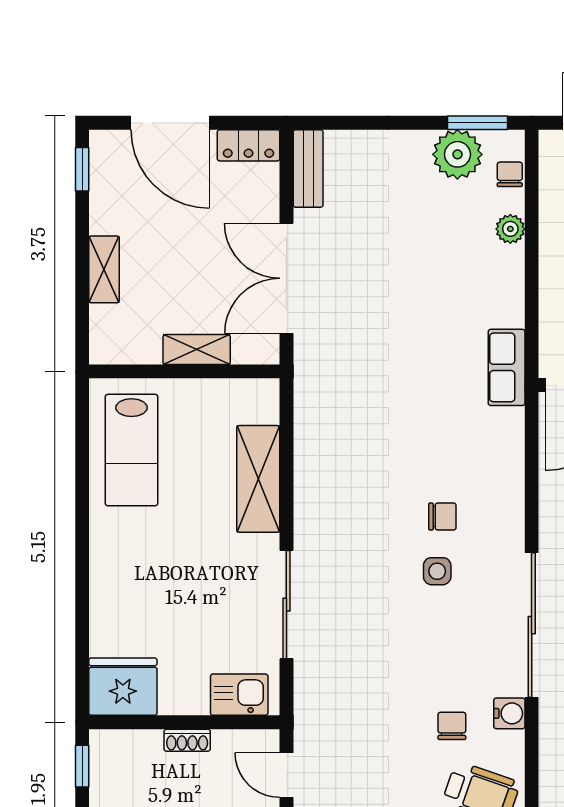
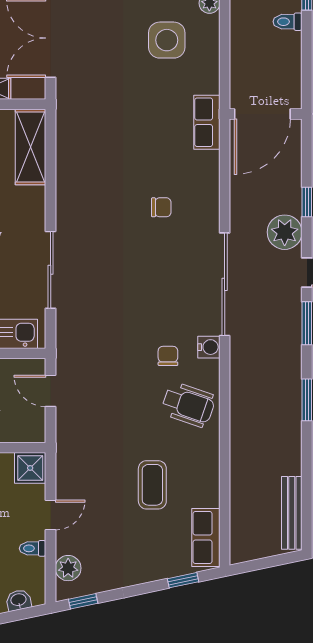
row of seats: (507, 367) -> (207, 122), moved
shelving: (258, 479) -> (30, 147), moved
side table: (437, 571) -> (167, 40), moved, width x1.87, depth x1.87

